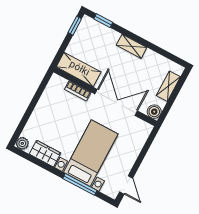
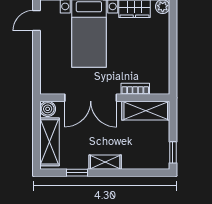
window: (103, 21) -> (77, 173), moved
shelving: (168, 86) -> (49, 142), width x1.50, depth x1.33
door: (126, 185) -> (37, 20), hinge flipped

